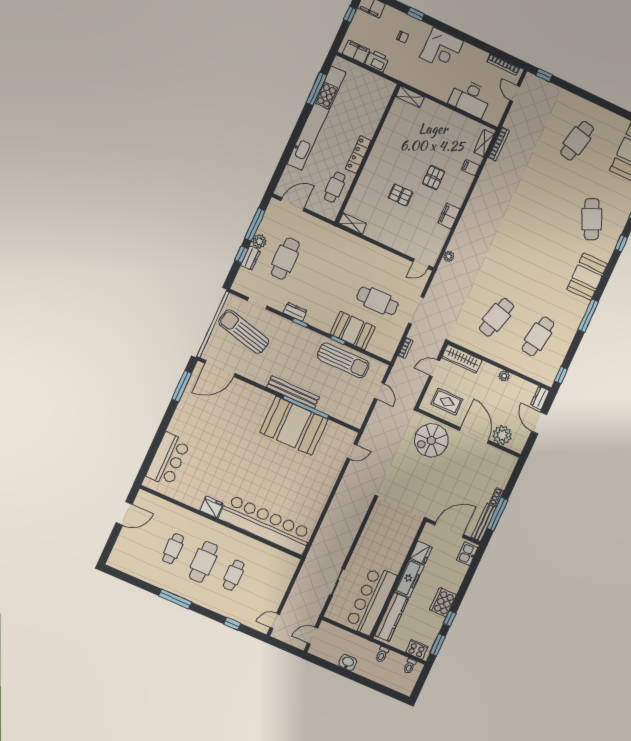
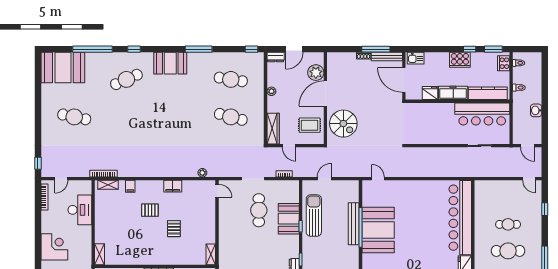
bench: (293, 392) -> (354, 224), moved
rug: (447, 402) -> (310, 125), turned 90

